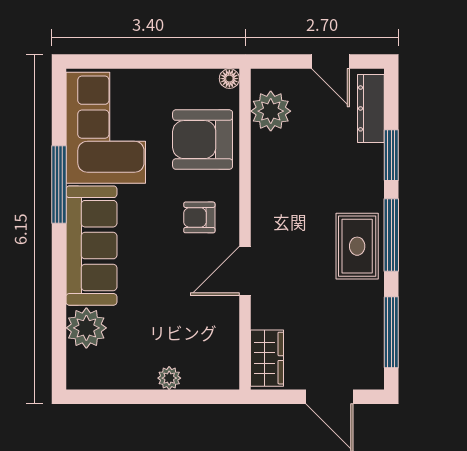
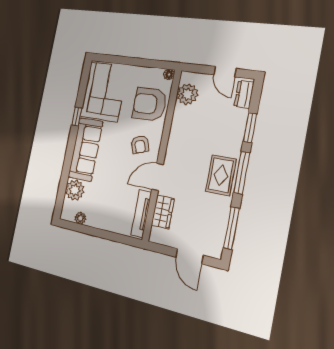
dresser: (371, 108) -> (244, 94), width x0.70
window: (59, 185) -> (77, 116), width x0.46
armchair: (199, 217) -> (140, 144), turned -109
tv unit: (228, 343) -> (141, 214), added
wardrobe: (267, 358) -> (163, 212), moved
plant: (169, 378) -> (80, 218), moved

